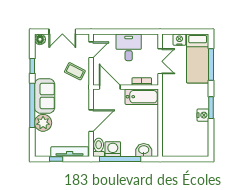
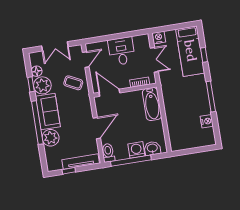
floor lamp: (40, 39) -> (37, 71), moved
nightstand: (179, 40) -> (159, 38), moved
window: (211, 65) -> (204, 55), width x0.46
plant: (43, 69) -> (42, 85), added
bathtub: (142, 97) -> (152, 104), moved, turned 90
window: (211, 108) -> (211, 97), width x1.44
nightstand: (203, 115) -> (207, 121), moved
washing machine: (113, 149) -> (136, 150), moved

